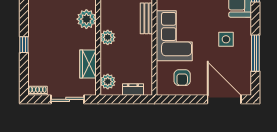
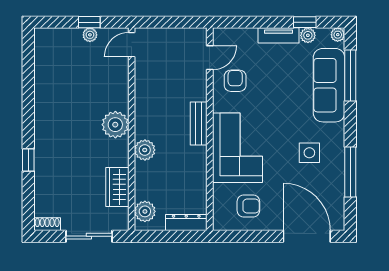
armchair: (182, 78) -> (248, 206), turned -90
dresser: (133, 89) -> (186, 223), width x1.44

